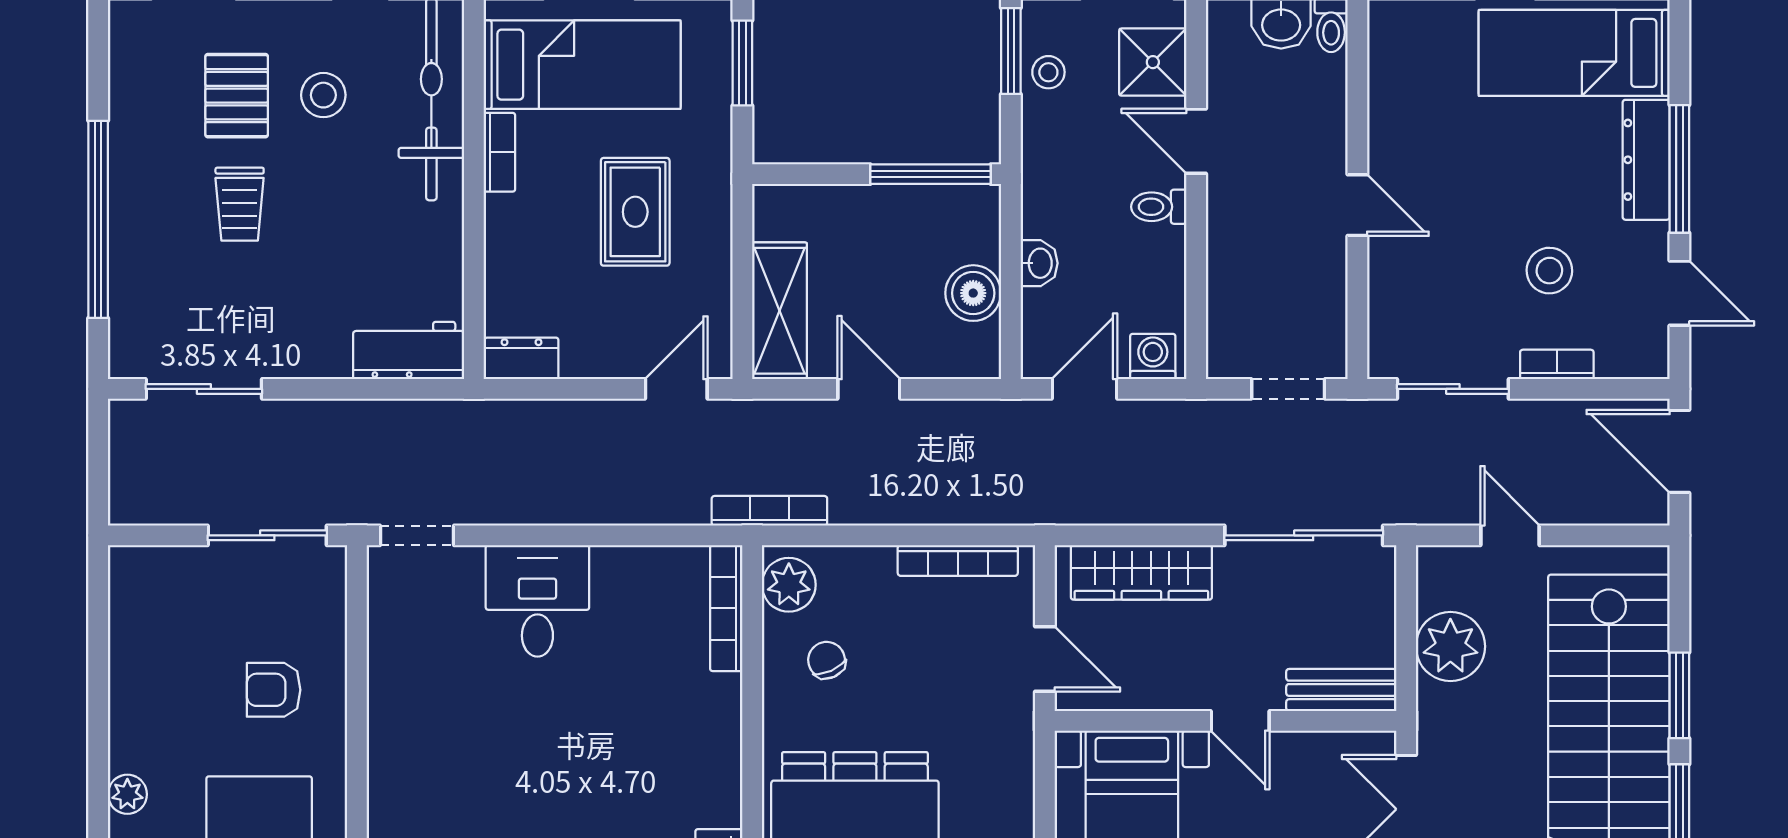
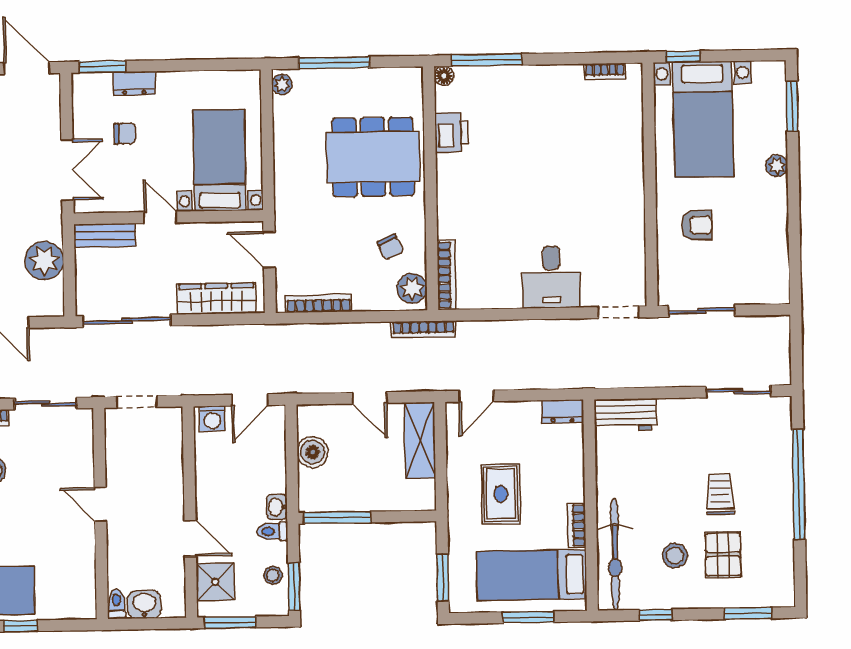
toilet: (1159, 207) -> (272, 531), moved, turned 180
washbasin: (1039, 263) -> (277, 507), moved

